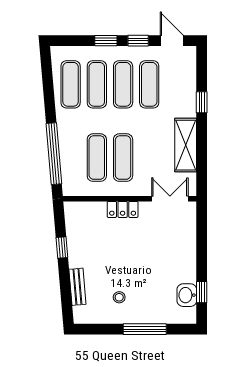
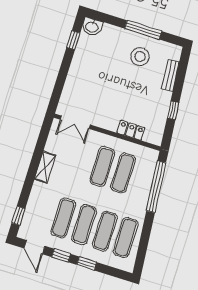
window: (202, 102) -> (18, 216), moved
shelving: (186, 145) -> (45, 167), width x0.67, depth x0.75
locker: (123, 209) -> (131, 130), moved
washbasin: (187, 295) -> (92, 27), moved, turned 90
stool: (119, 297) -> (140, 57), width x1.89, depth x1.89
window: (145, 329) -> (143, 30), moved

